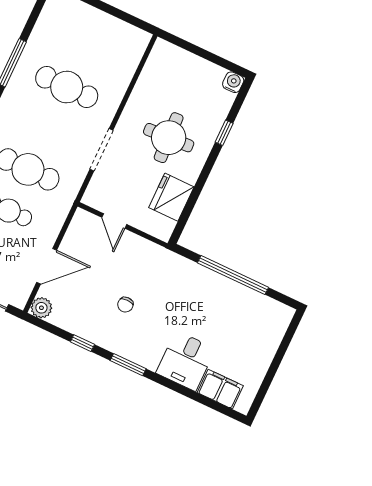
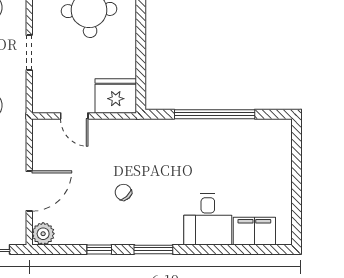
doorway: (101, 150) -> (29, 53), width x0.73
fridge: (171, 197) -> (116, 96), moved, turned 90
chair: (125, 305) -> (123, 192), turned 137

